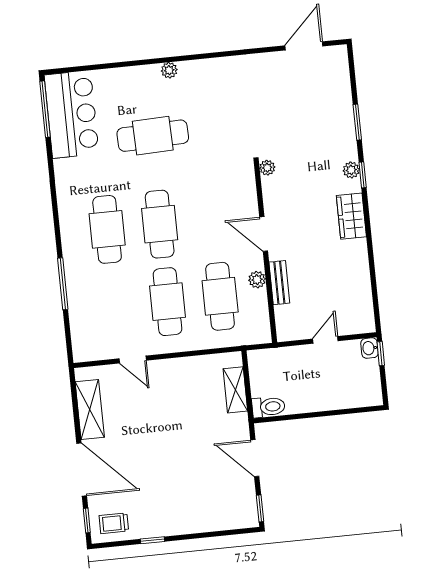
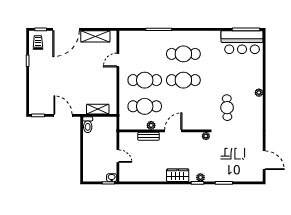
cafe table: (153, 136) -> (227, 108), moved, width x0.73, depth x0.74
door: (255, 458) -> (63, 115), hinge flipped

